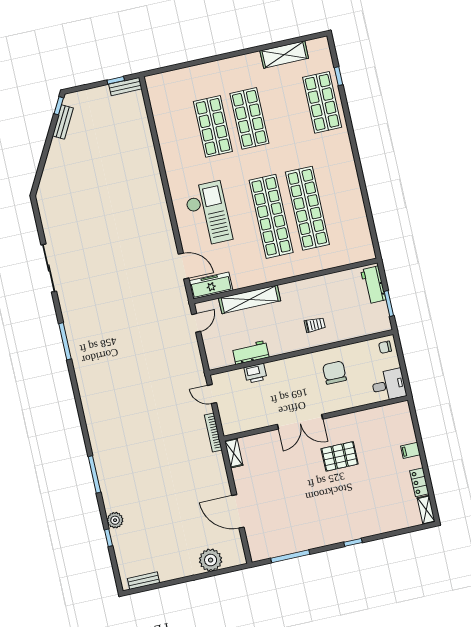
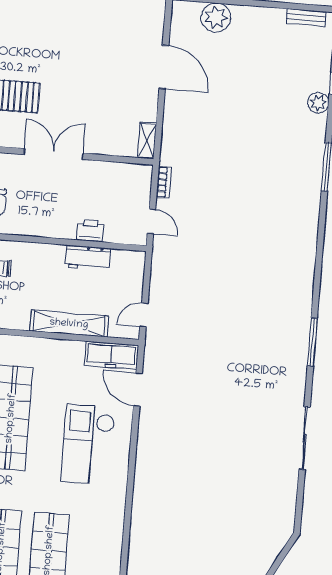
bookcase: (213, 433) -> (164, 182), width x0.64

